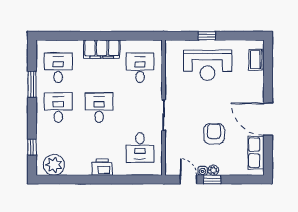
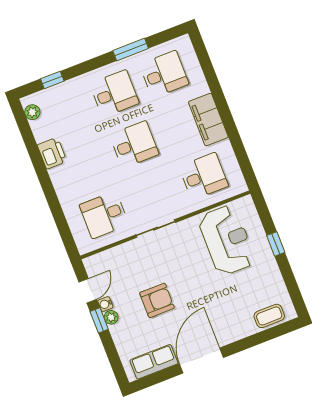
reception desk: (207, 65) -> (227, 240), moved, turned 180
plant: (54, 165) -> (32, 112), width x0.53, depth x0.53
printer: (102, 167) -> (52, 153), moved

